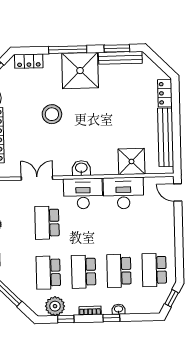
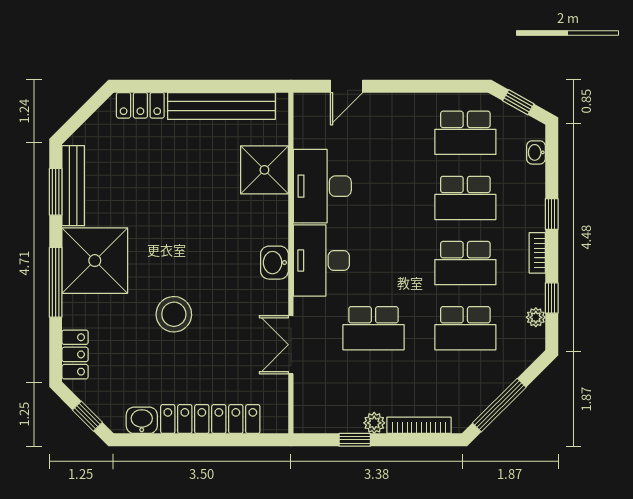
door: (178, 193) -> (347, 86), moved
plant: (55, 306) -> (536, 317), width x0.53, depth x0.53
washbasin: (119, 309) -> (536, 152), moved

